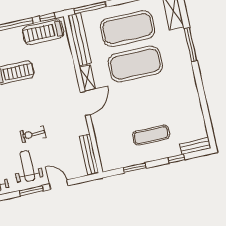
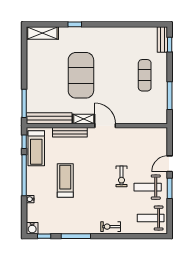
exercise mat: (128, 29) -> (49, 75), removed
window: (191, 45) -> (75, 24), width x0.46
bench: (89, 154) -> (70, 132), moved
window: (177, 159) -> (170, 45), moved
window: (135, 168) -> (170, 96), width x1.44

